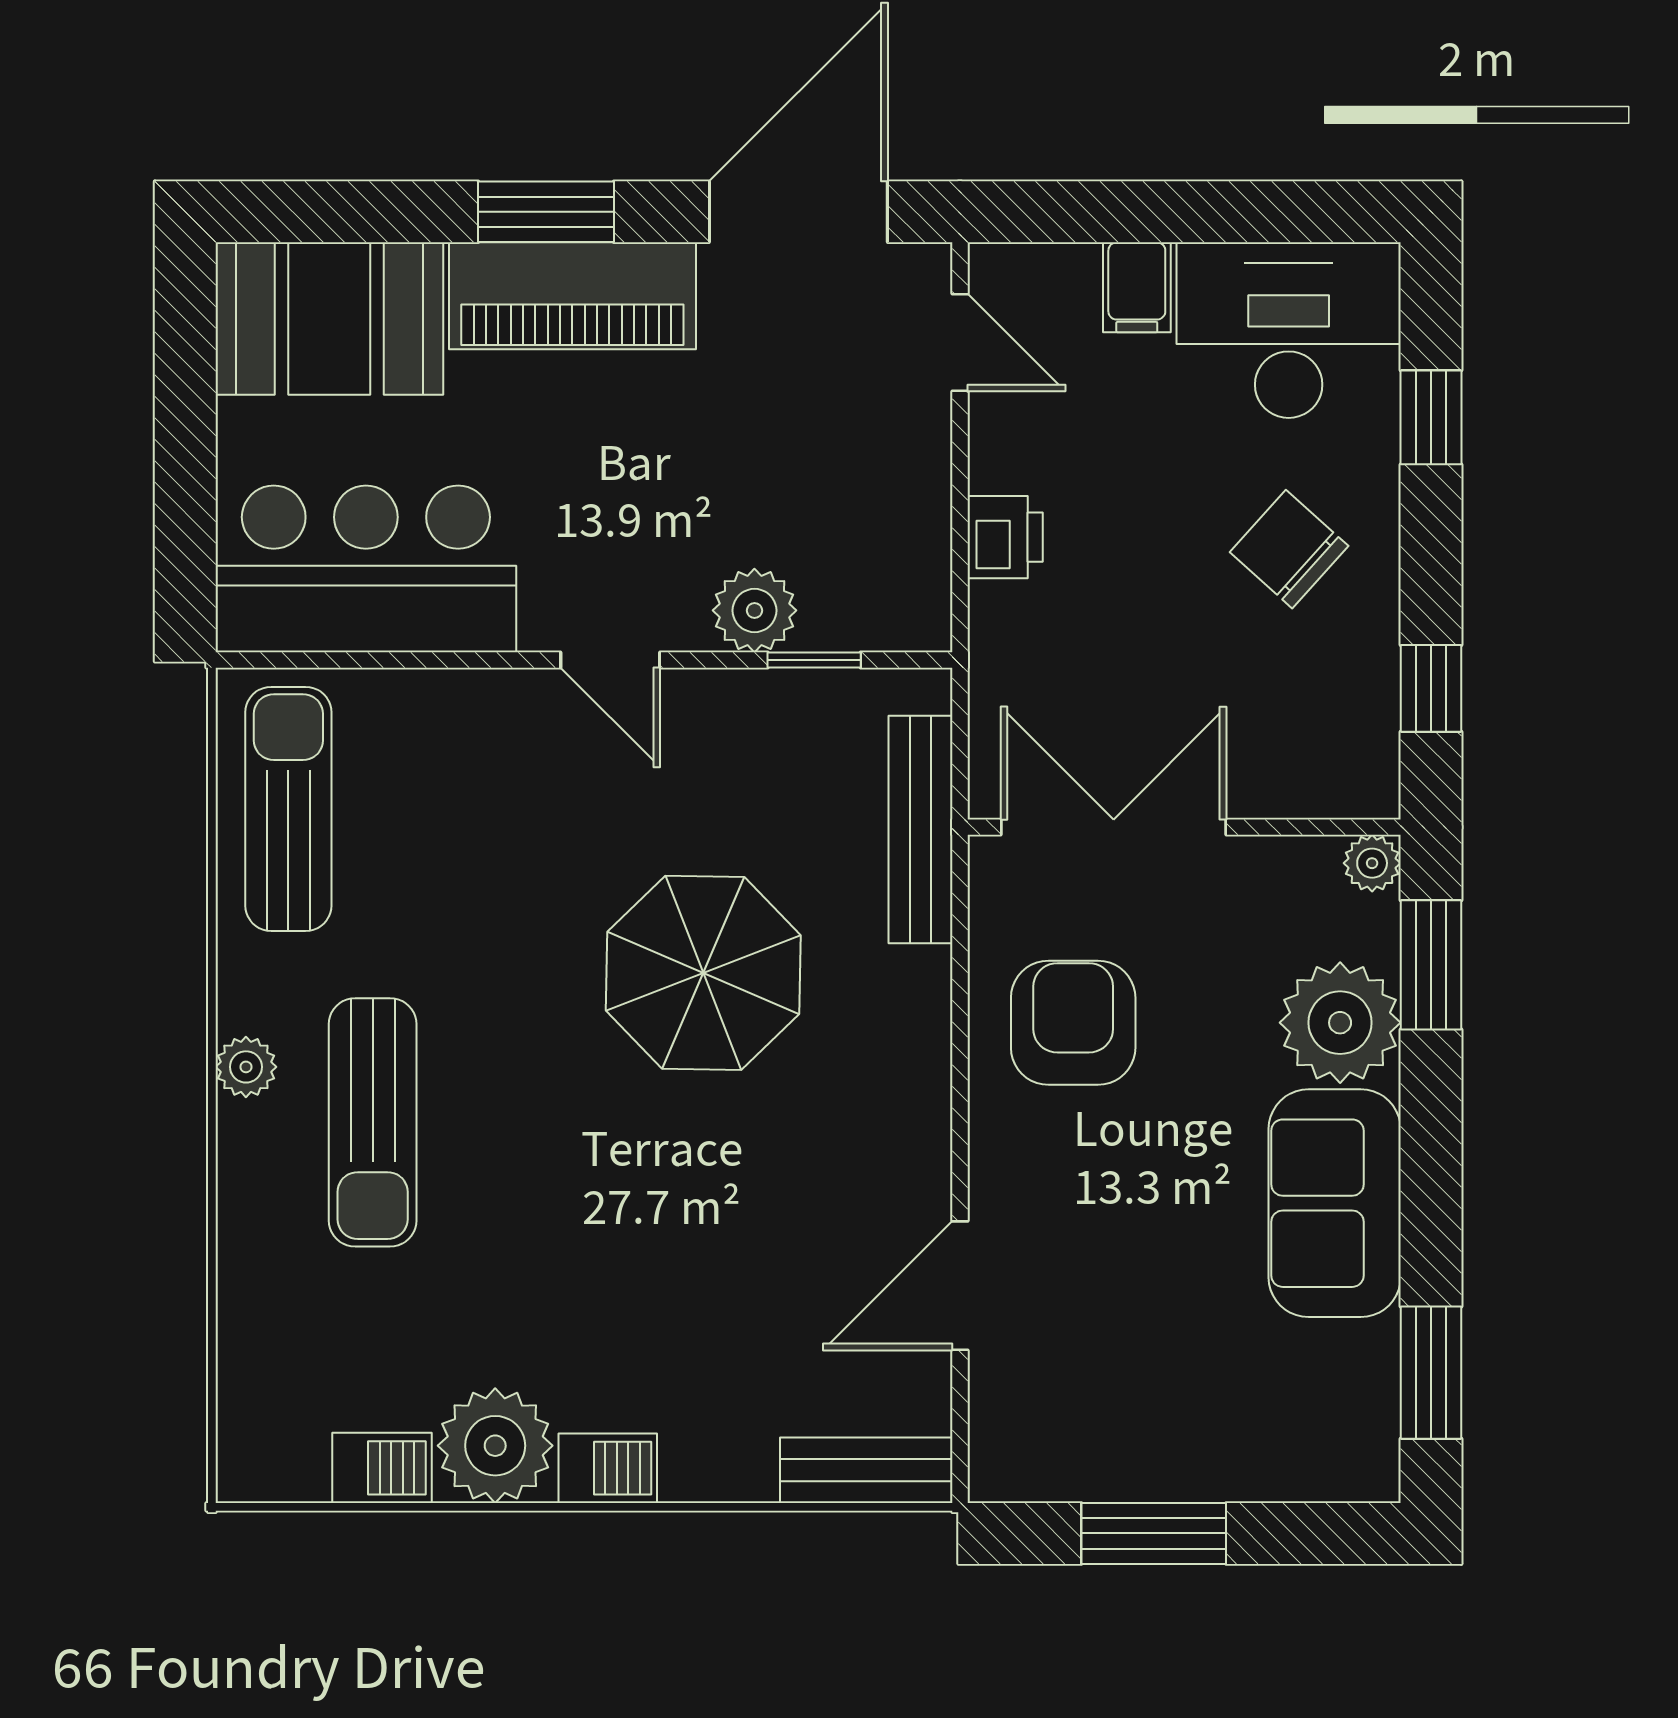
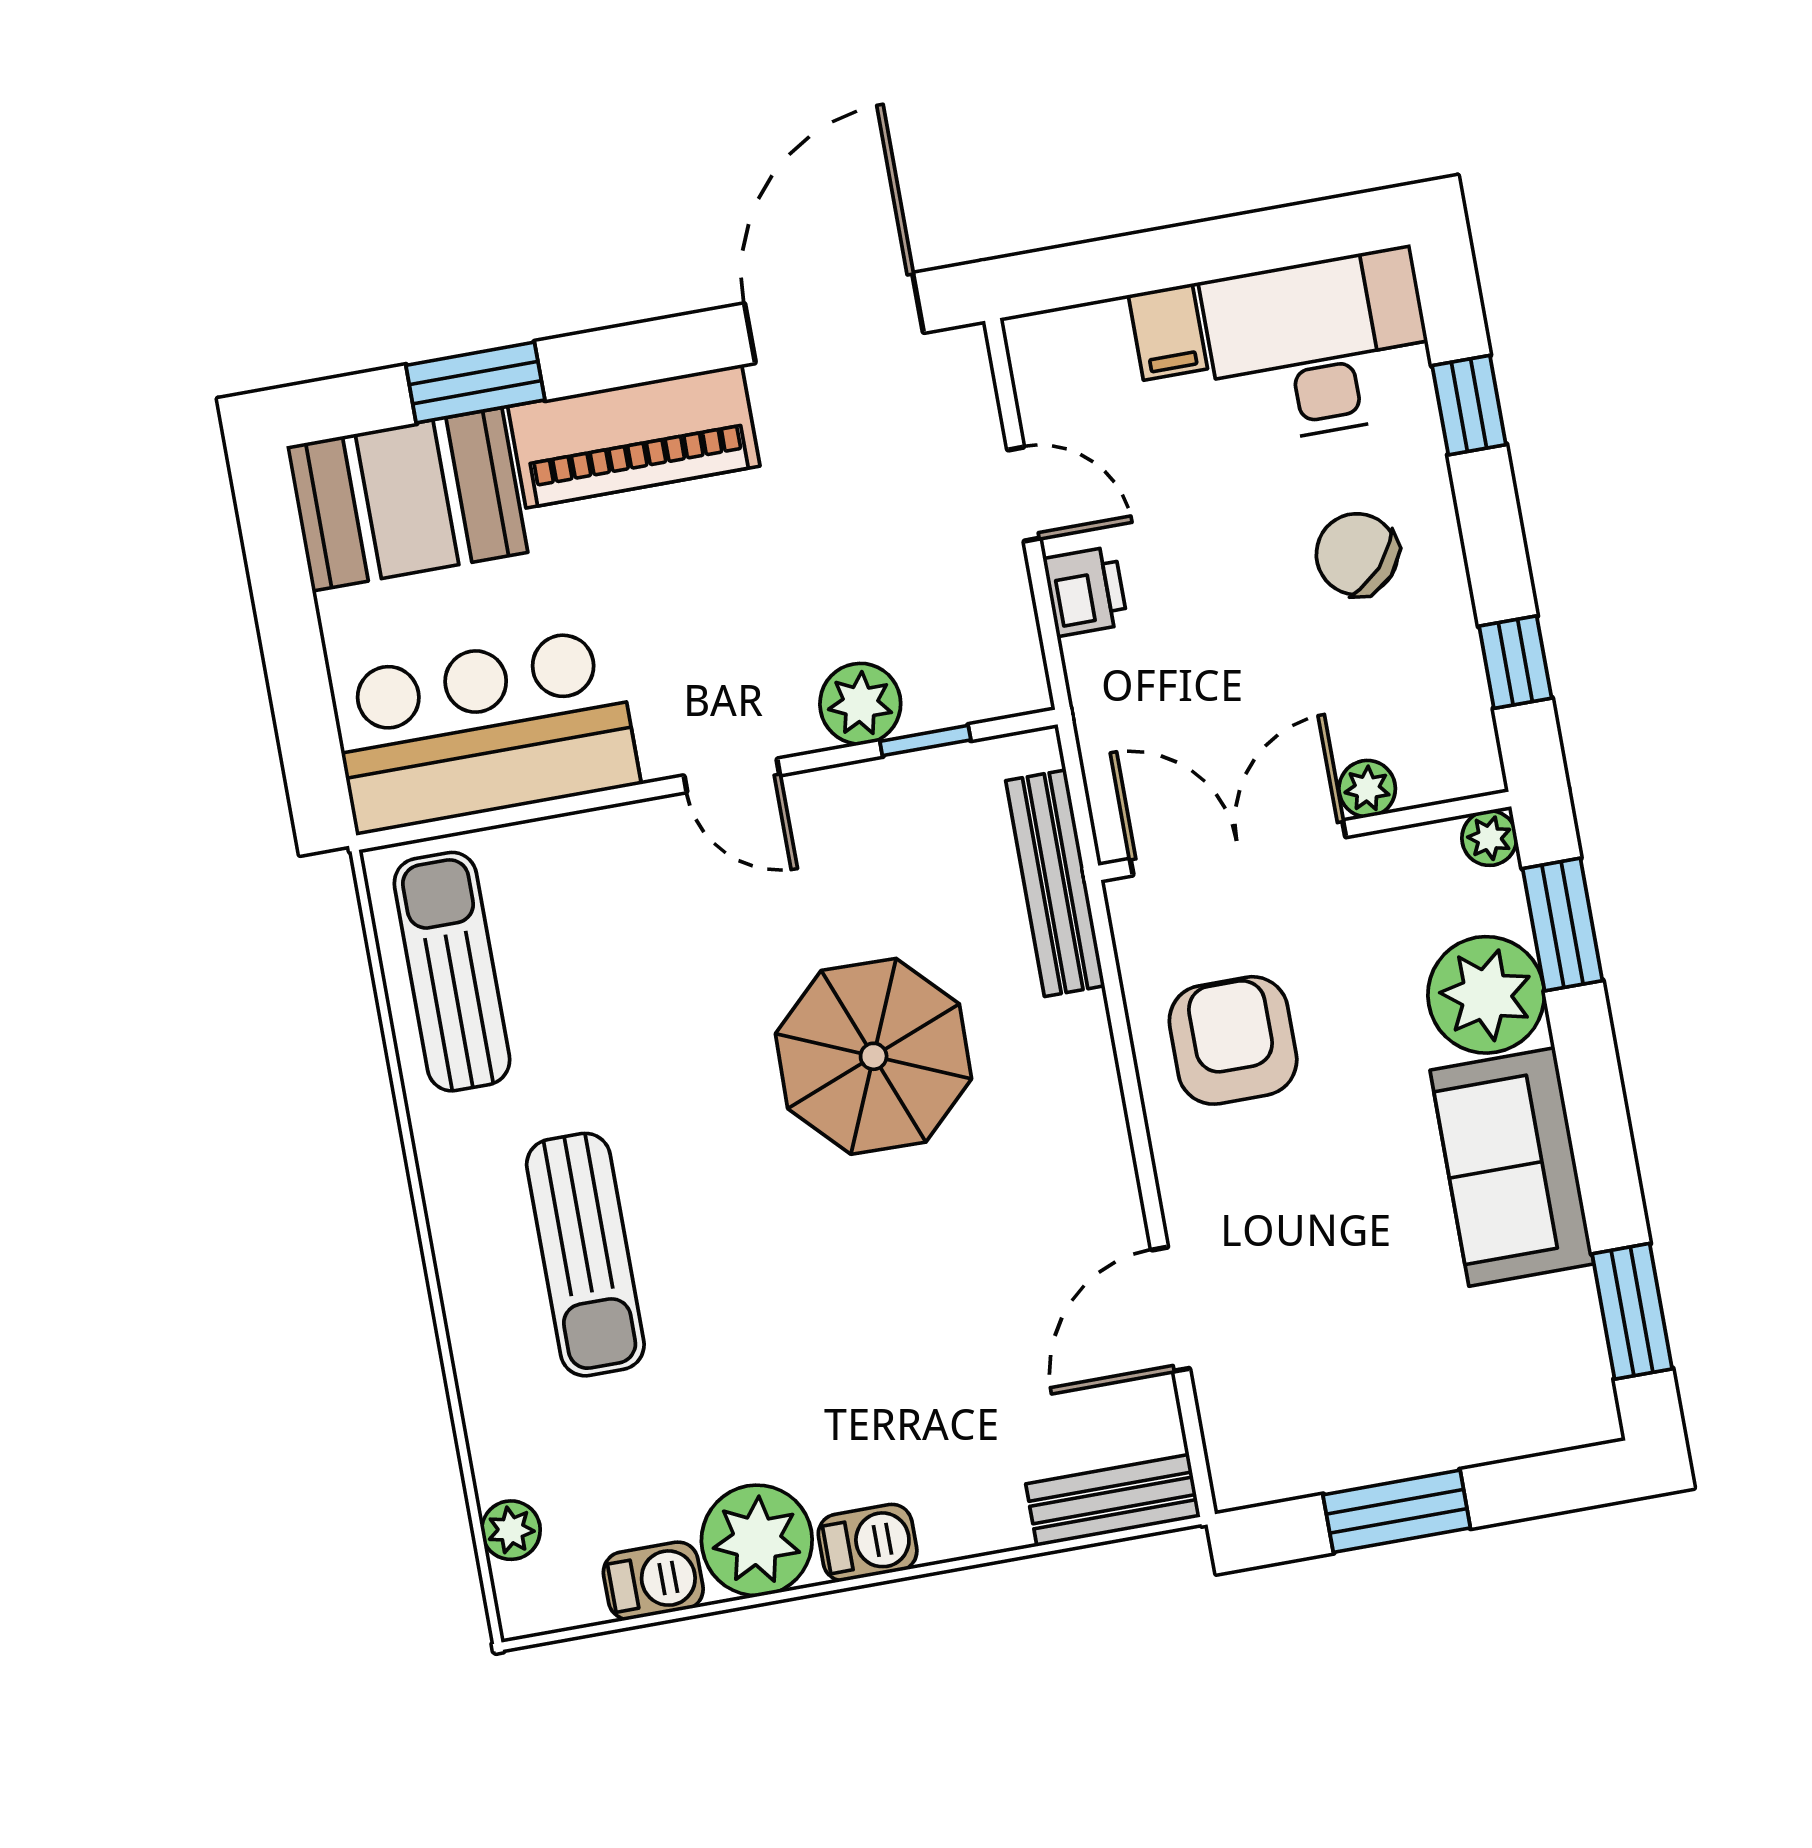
window: (546, 212) -> (475, 383), moved
door: (960, 343) -> (1024, 494), moved
plant: (1256, 790) -> (1367, 789), added
plant: (246, 1067) -> (511, 1530), moved

